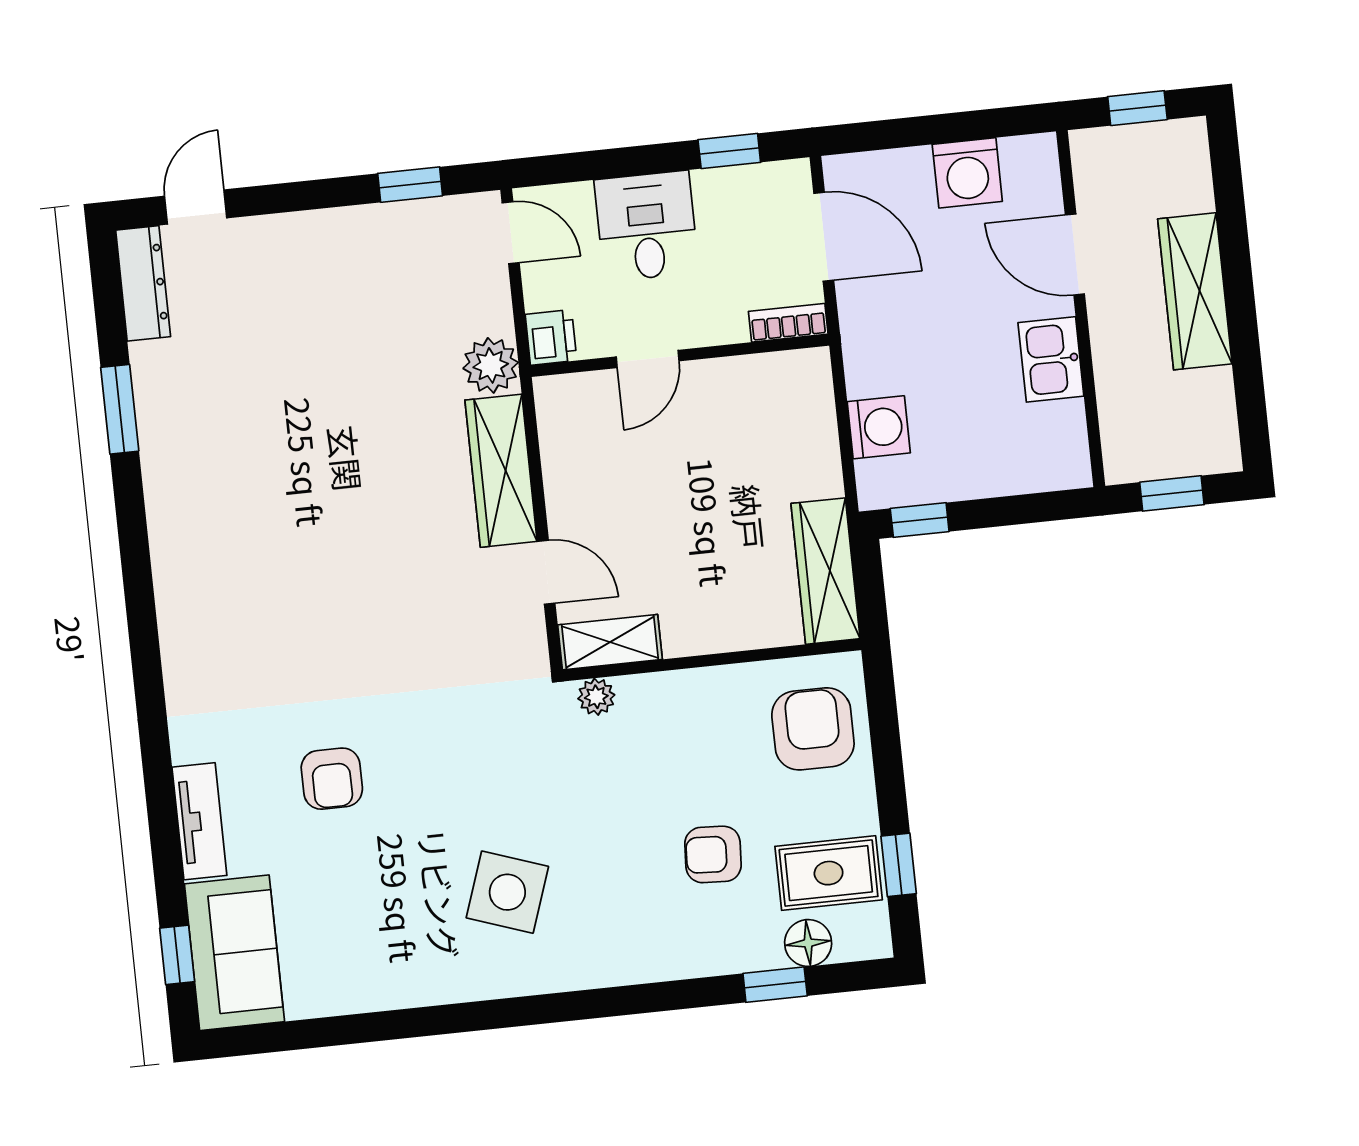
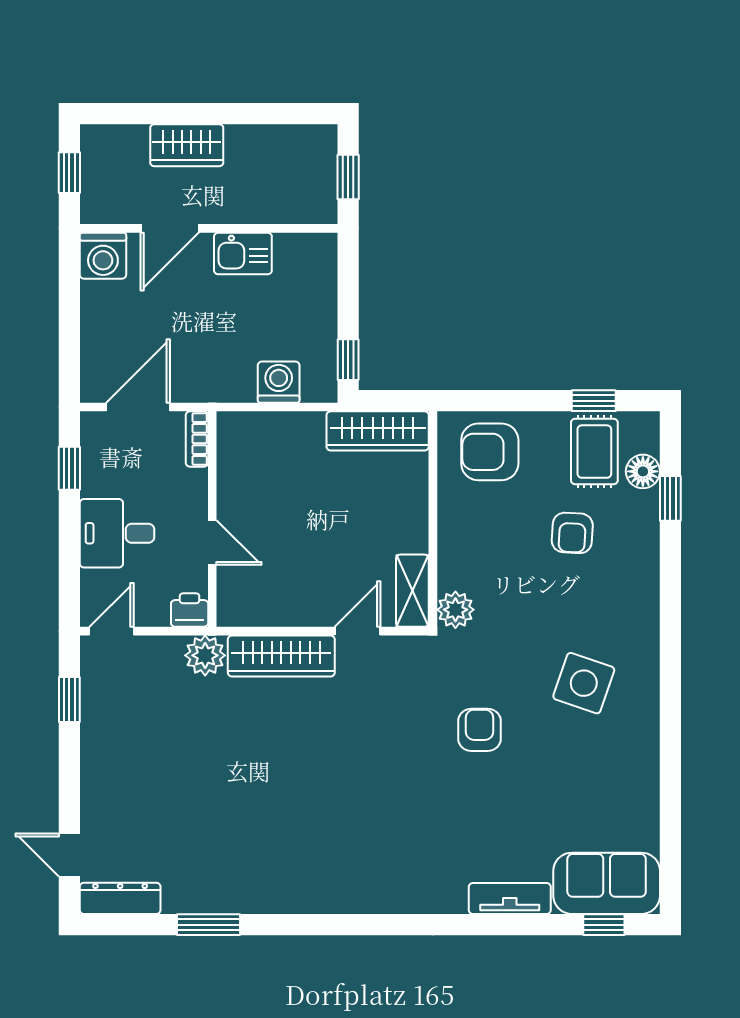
washing machine: (967, 173) -> (103, 256), moved, turned 90
wardrobe: (1195, 291) -> (187, 145), width x0.67
plant: (596, 697) -> (455, 610), width x1.38, depth x1.38
armchair: (332, 779) -> (480, 730), moved, turned -90

